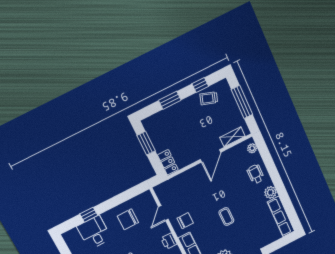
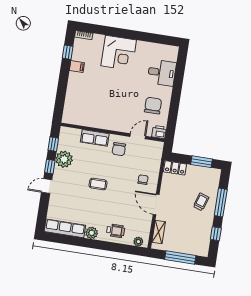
trolley: (209, 98) -> (201, 202), moved
window: (170, 100) -> (221, 203), width x1.44
chair: (197, 182) -> (143, 180), added
door: (163, 213) -> (138, 136), hinge flipped
window: (89, 215) -> (179, 79), removed
printer: (169, 241) -> (159, 132), moved

